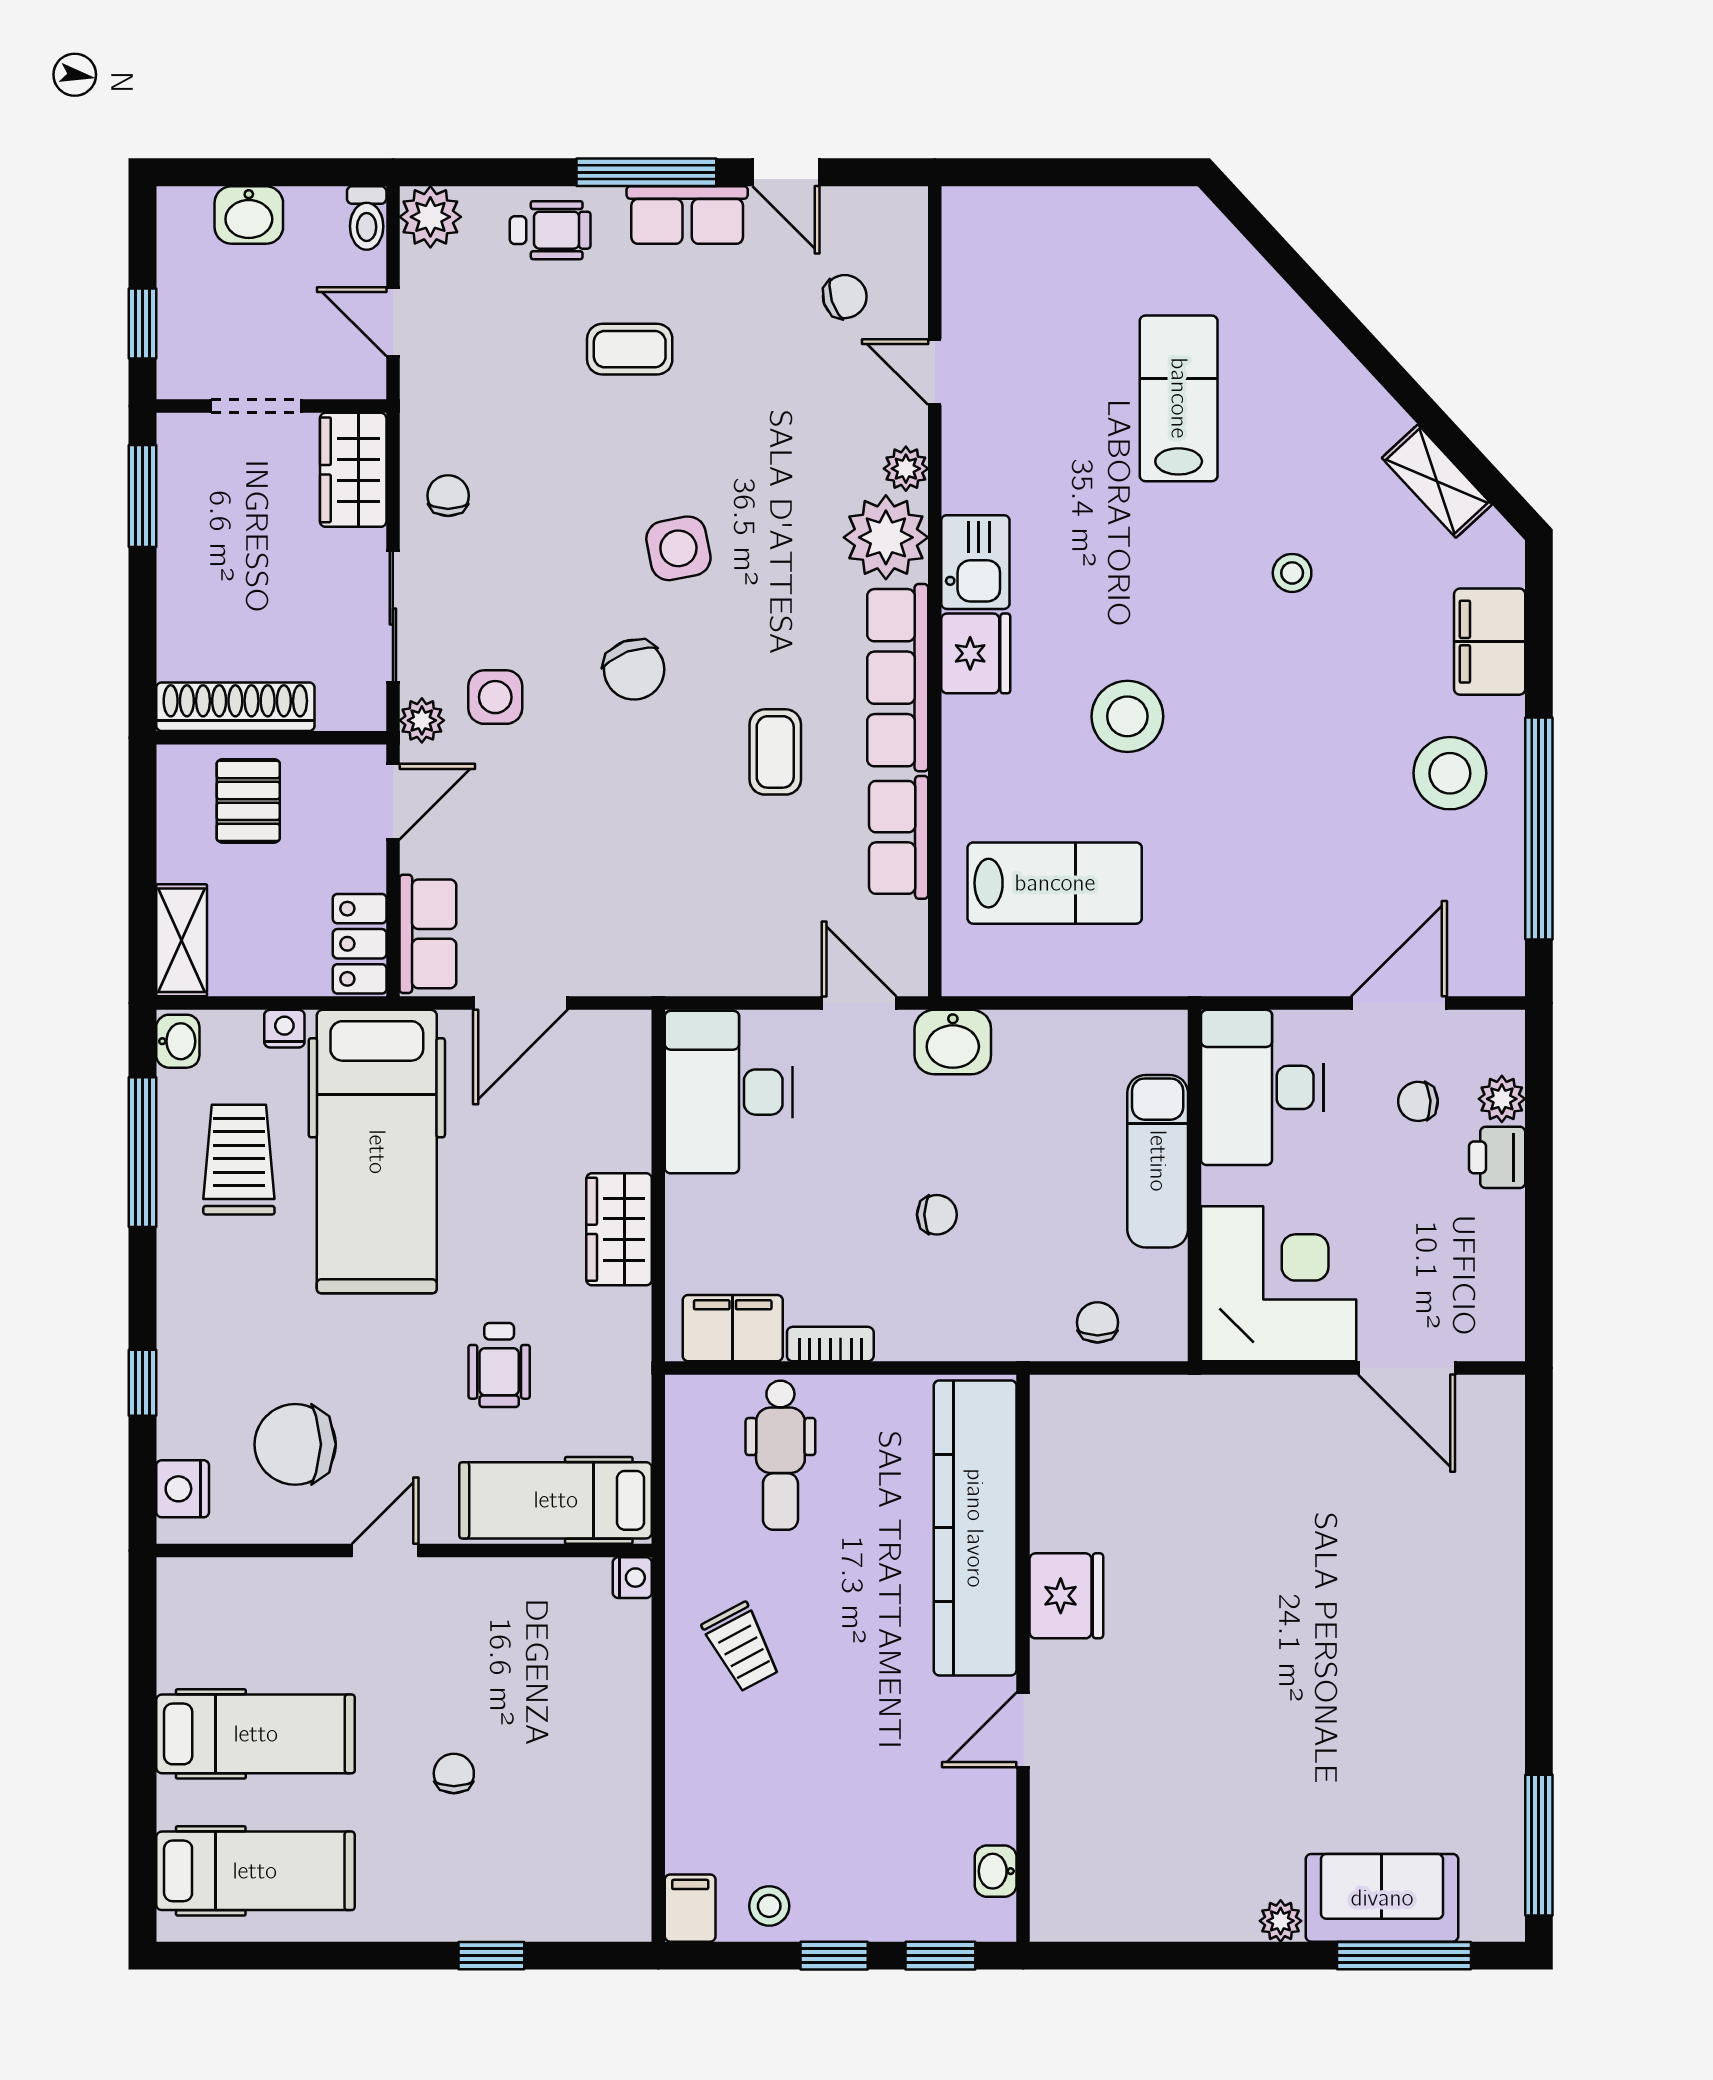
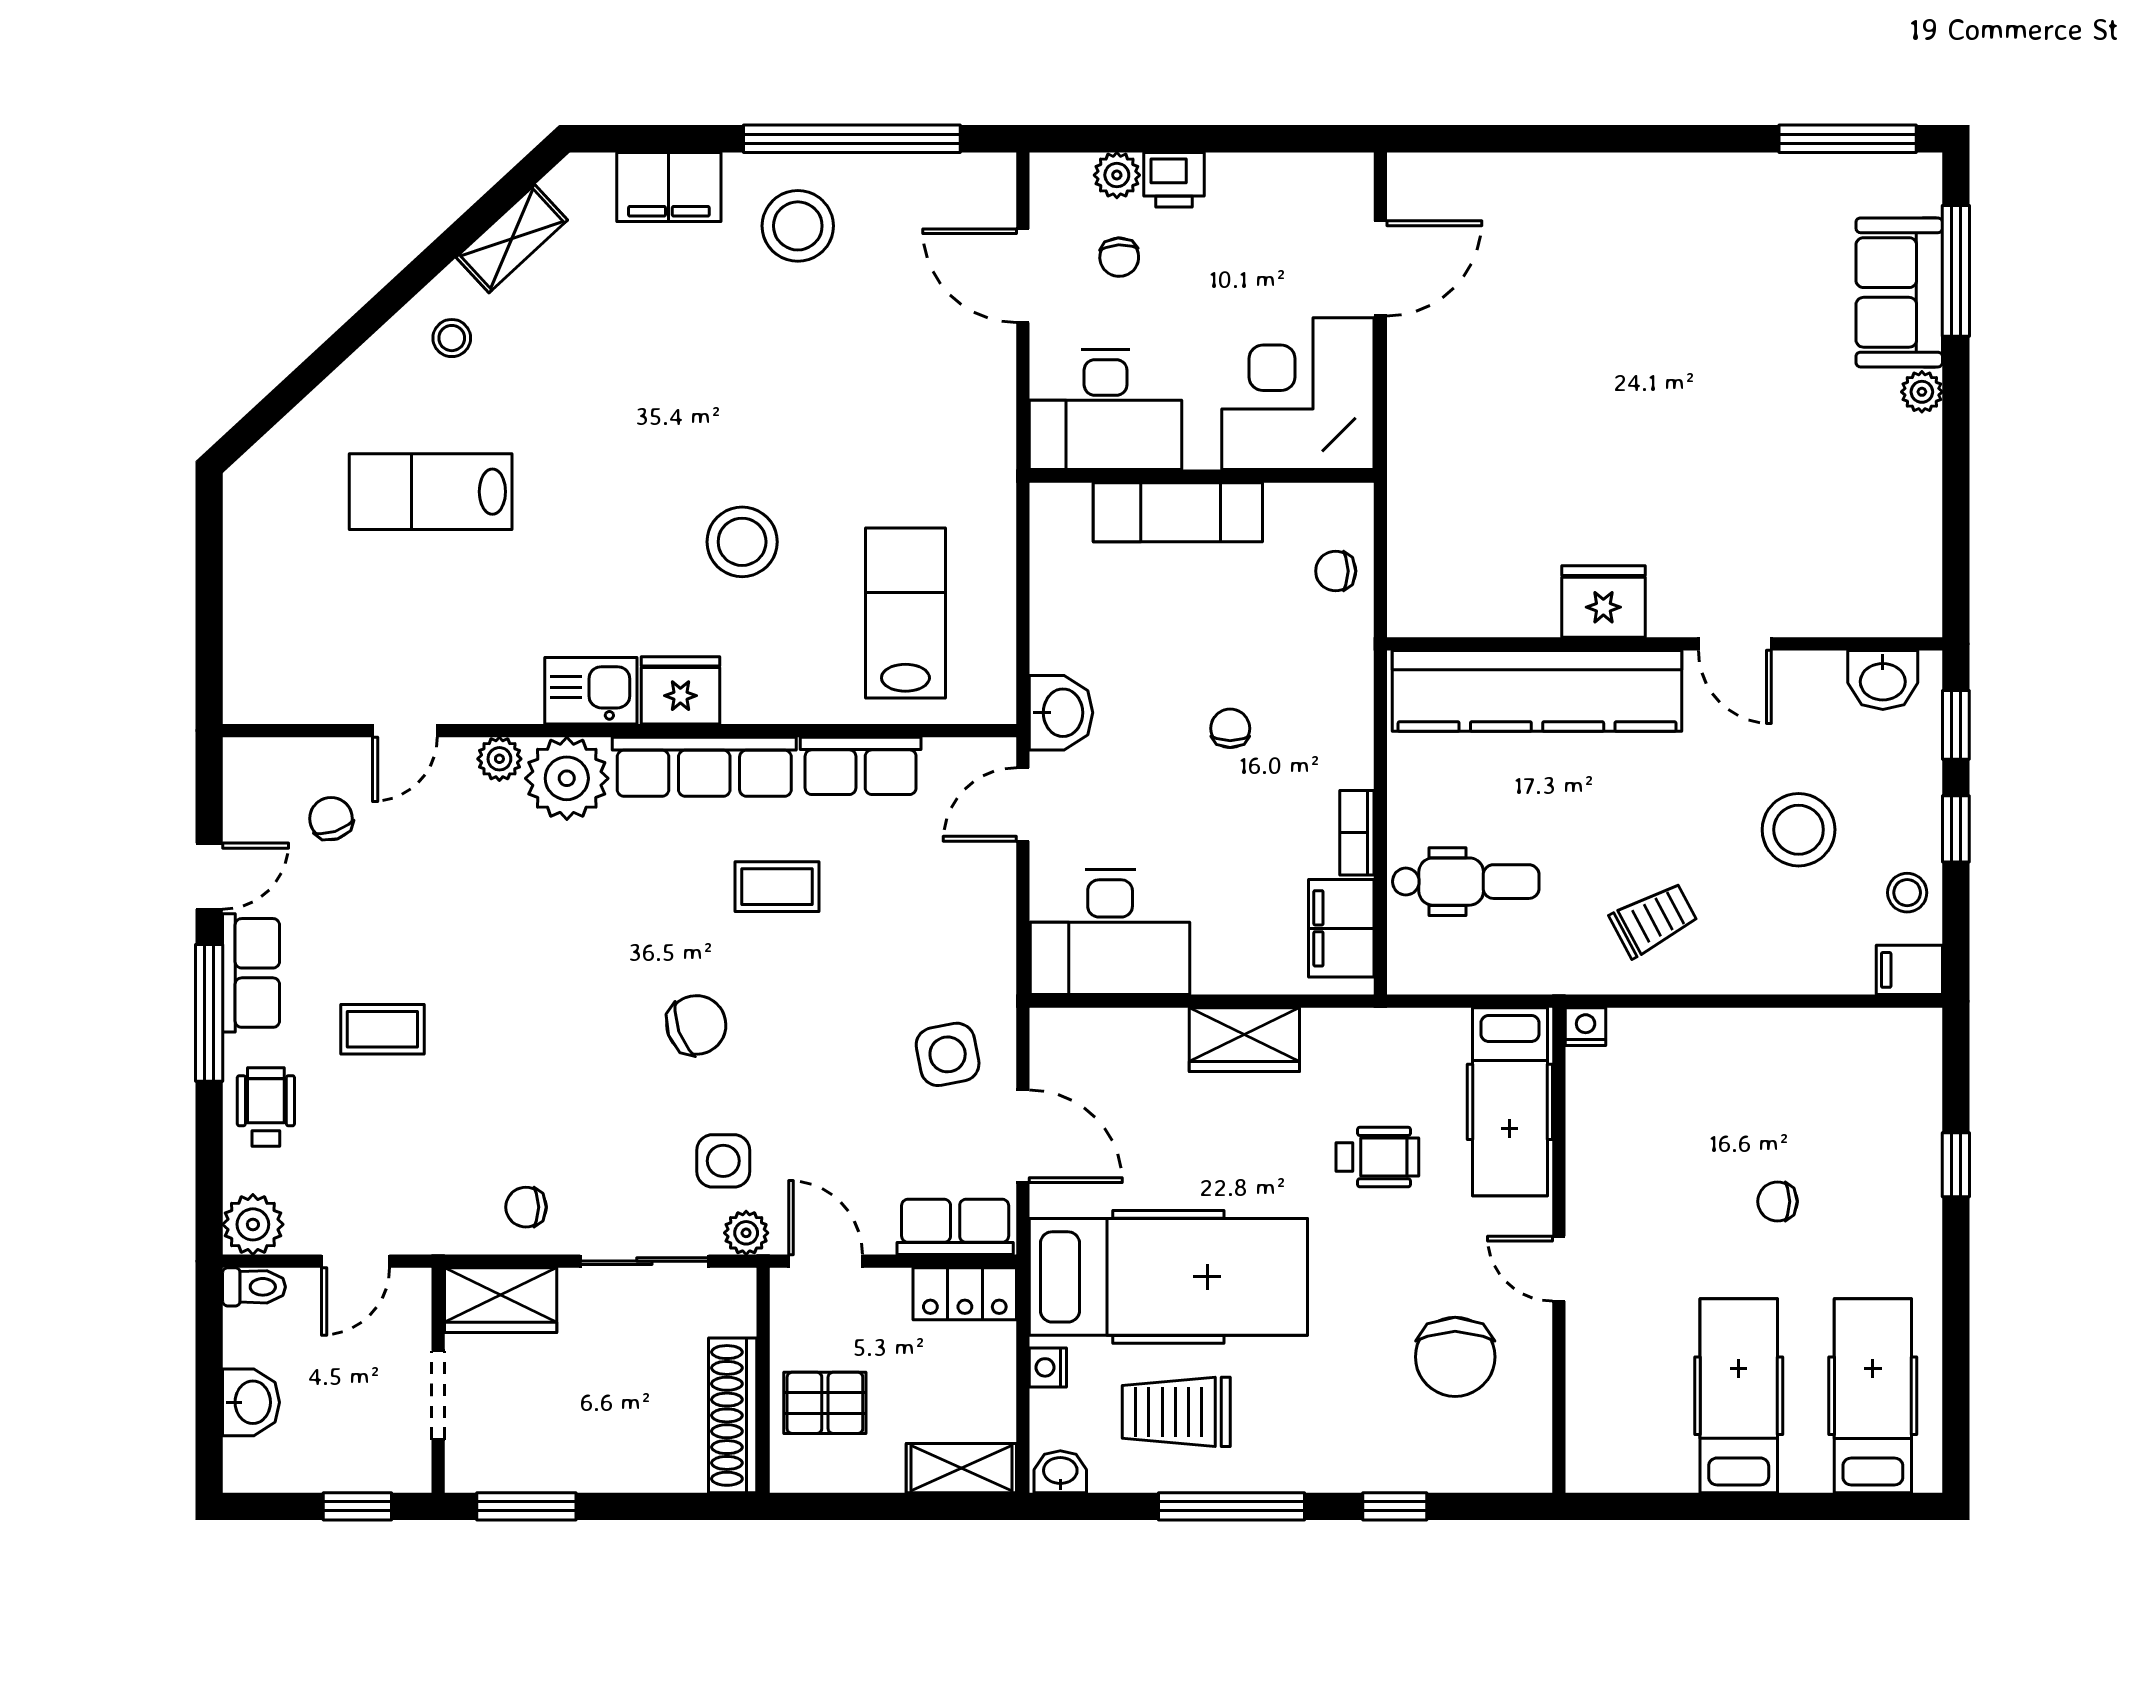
coffee table: (630, 349) -> (382, 1029), turned 90
side table: (678, 548) -> (948, 1054), moved
stool: (1292, 573) -> (452, 338), moved
window: (142, 1152) -> (1232, 1506), moved
nightstand: (183, 1489) -> (1499, 1467), removed
stool: (833, 1795) -> (1799, 830), added
washbasin: (996, 1871) -> (1883, 680), width x1.38, depth x1.45

